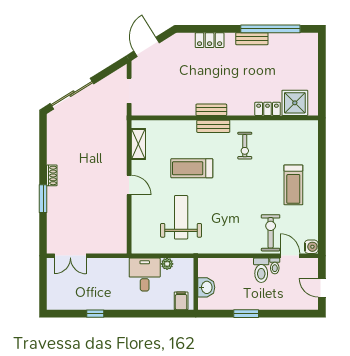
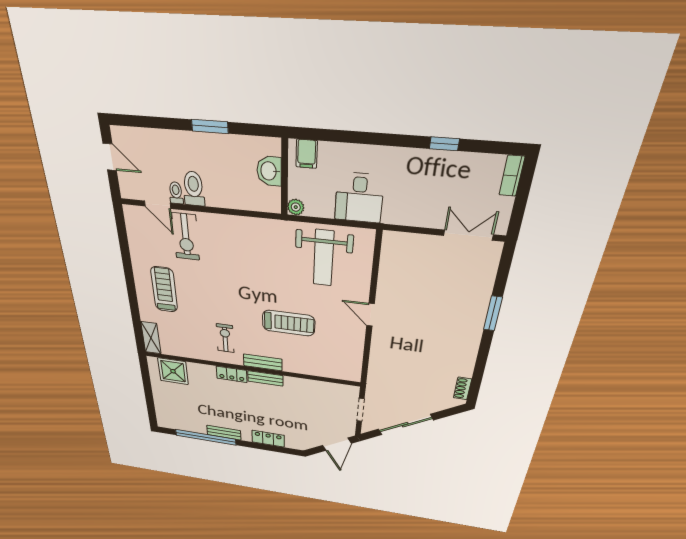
sliding door: (72, 94) -> (405, 425), moved
locker: (268, 109) -> (232, 374), moved
shelving: (138, 144) -> (151, 338), moved
shoe rack: (52, 175) -> (462, 388), moved
weight bench: (181, 217) -> (323, 258), moved
water cooler: (311, 247) -> (132, 214), removed
plant: (167, 264) -> (296, 207), moved
bookcase: (52, 297) -> (512, 176), added

